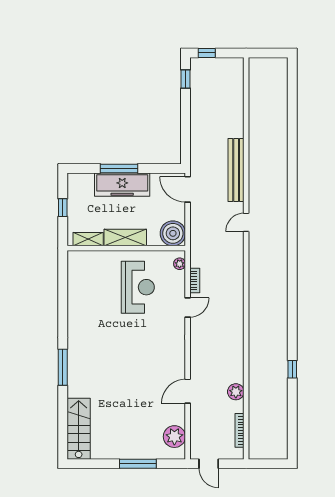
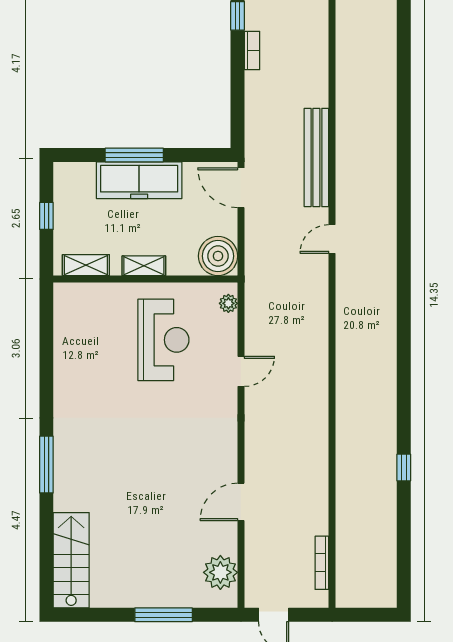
shelving: (125, 238) -> (144, 266), width x0.67, depth x0.75
bookcase: (195, 281) -> (252, 50), moved
plant: (236, 392) -> (316, 503), removed

